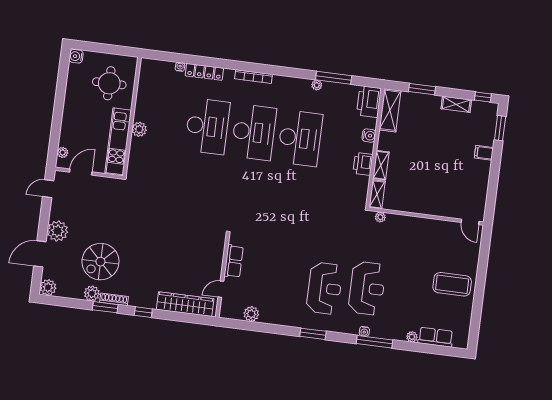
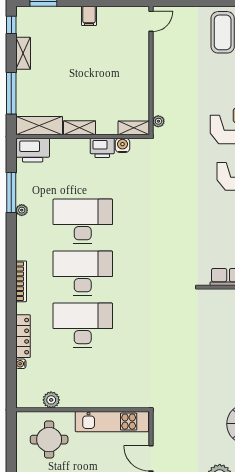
window: (422, 89) -> (11, 93), width x1.44
plant: (139, 129) -> (51, 400), moved
water cooler: (369, 136) -> (123, 145), moved
filing cabinet: (484, 153) -> (89, 16), moved
shelving: (381, 165) -> (79, 128), moved

